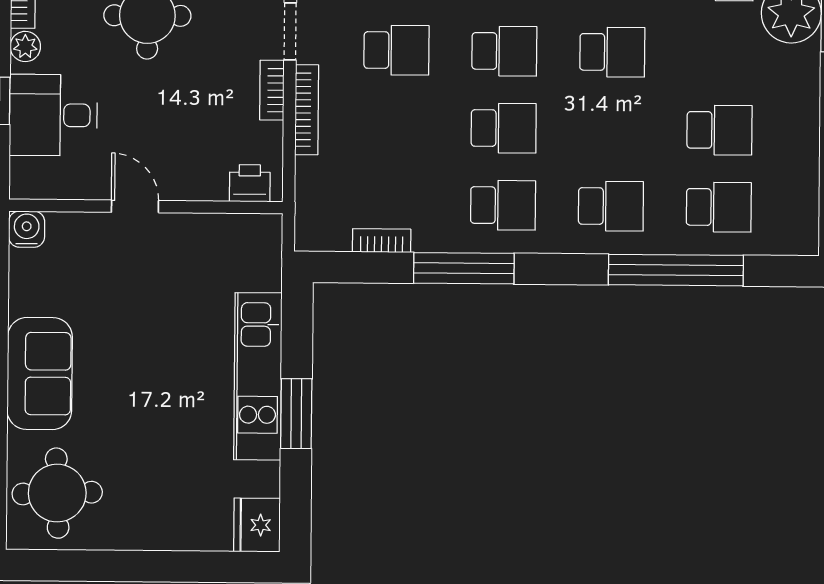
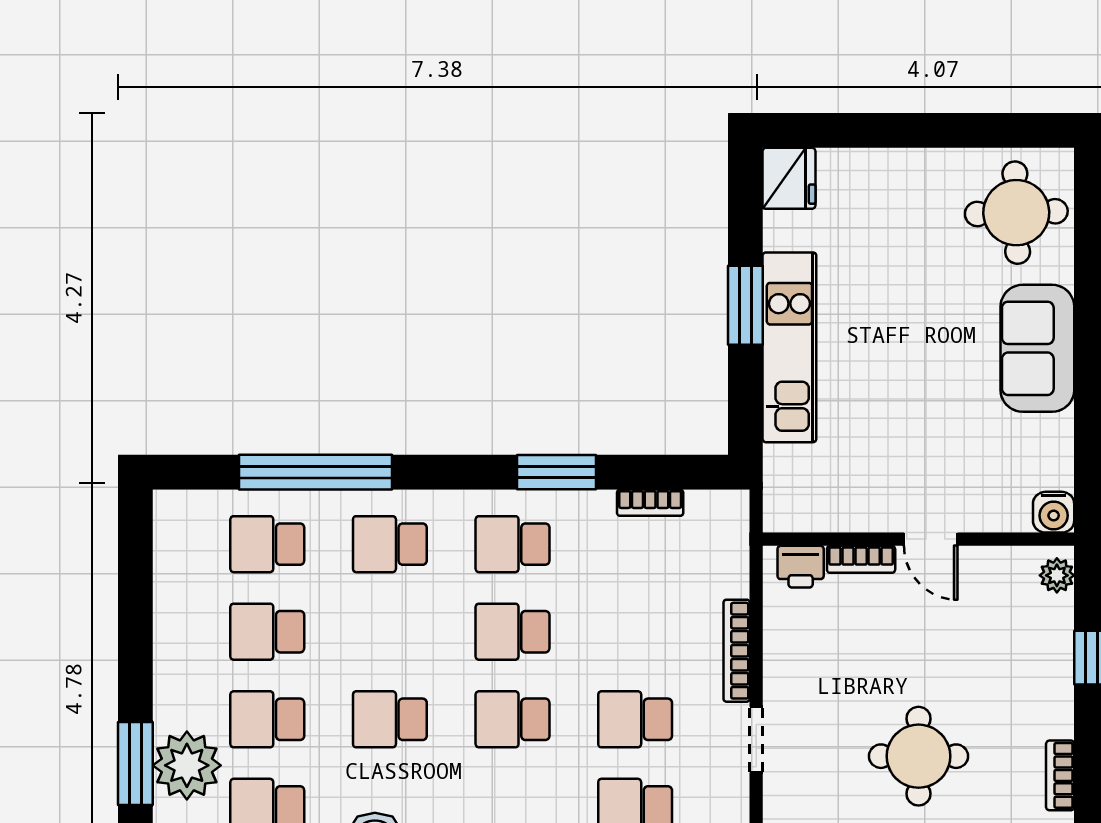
plant: (25, 46) -> (1057, 575), moved
school desk: (720, 53) -> (267, 719), added
bookcase: (272, 90) -> (861, 559), moved, turned 90
desk: (53, 115) -> (1024, 642), removed
window: (464, 268) -> (556, 472), width x0.69

